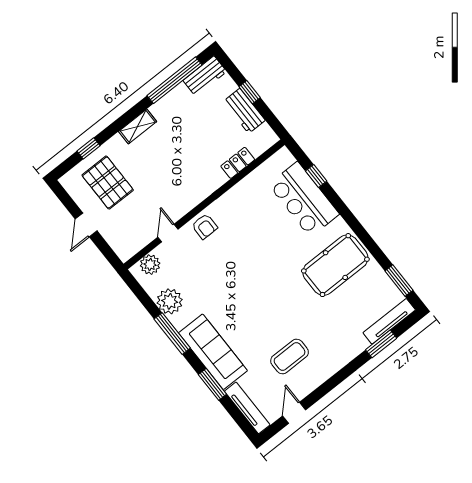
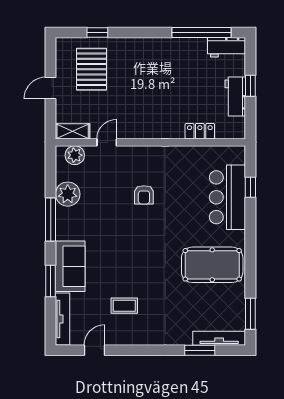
shelving: (138, 126) -> (73, 131), moved
armchair: (205, 226) -> (144, 195), moved
sofa: (213, 352) -> (70, 266), width x0.73
coffee table: (290, 356) -> (124, 306), width x0.73, depth x0.77

